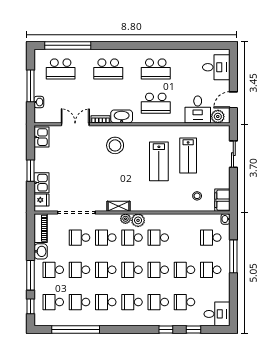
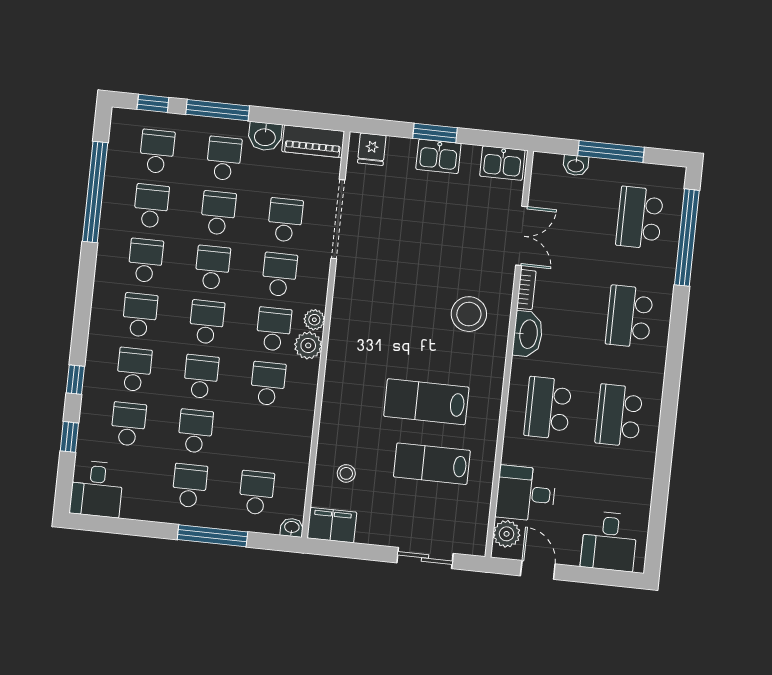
kitchen sink: (41, 183) -> (438, 156), moved
shelving: (119, 206) -> (342, 308), removed

